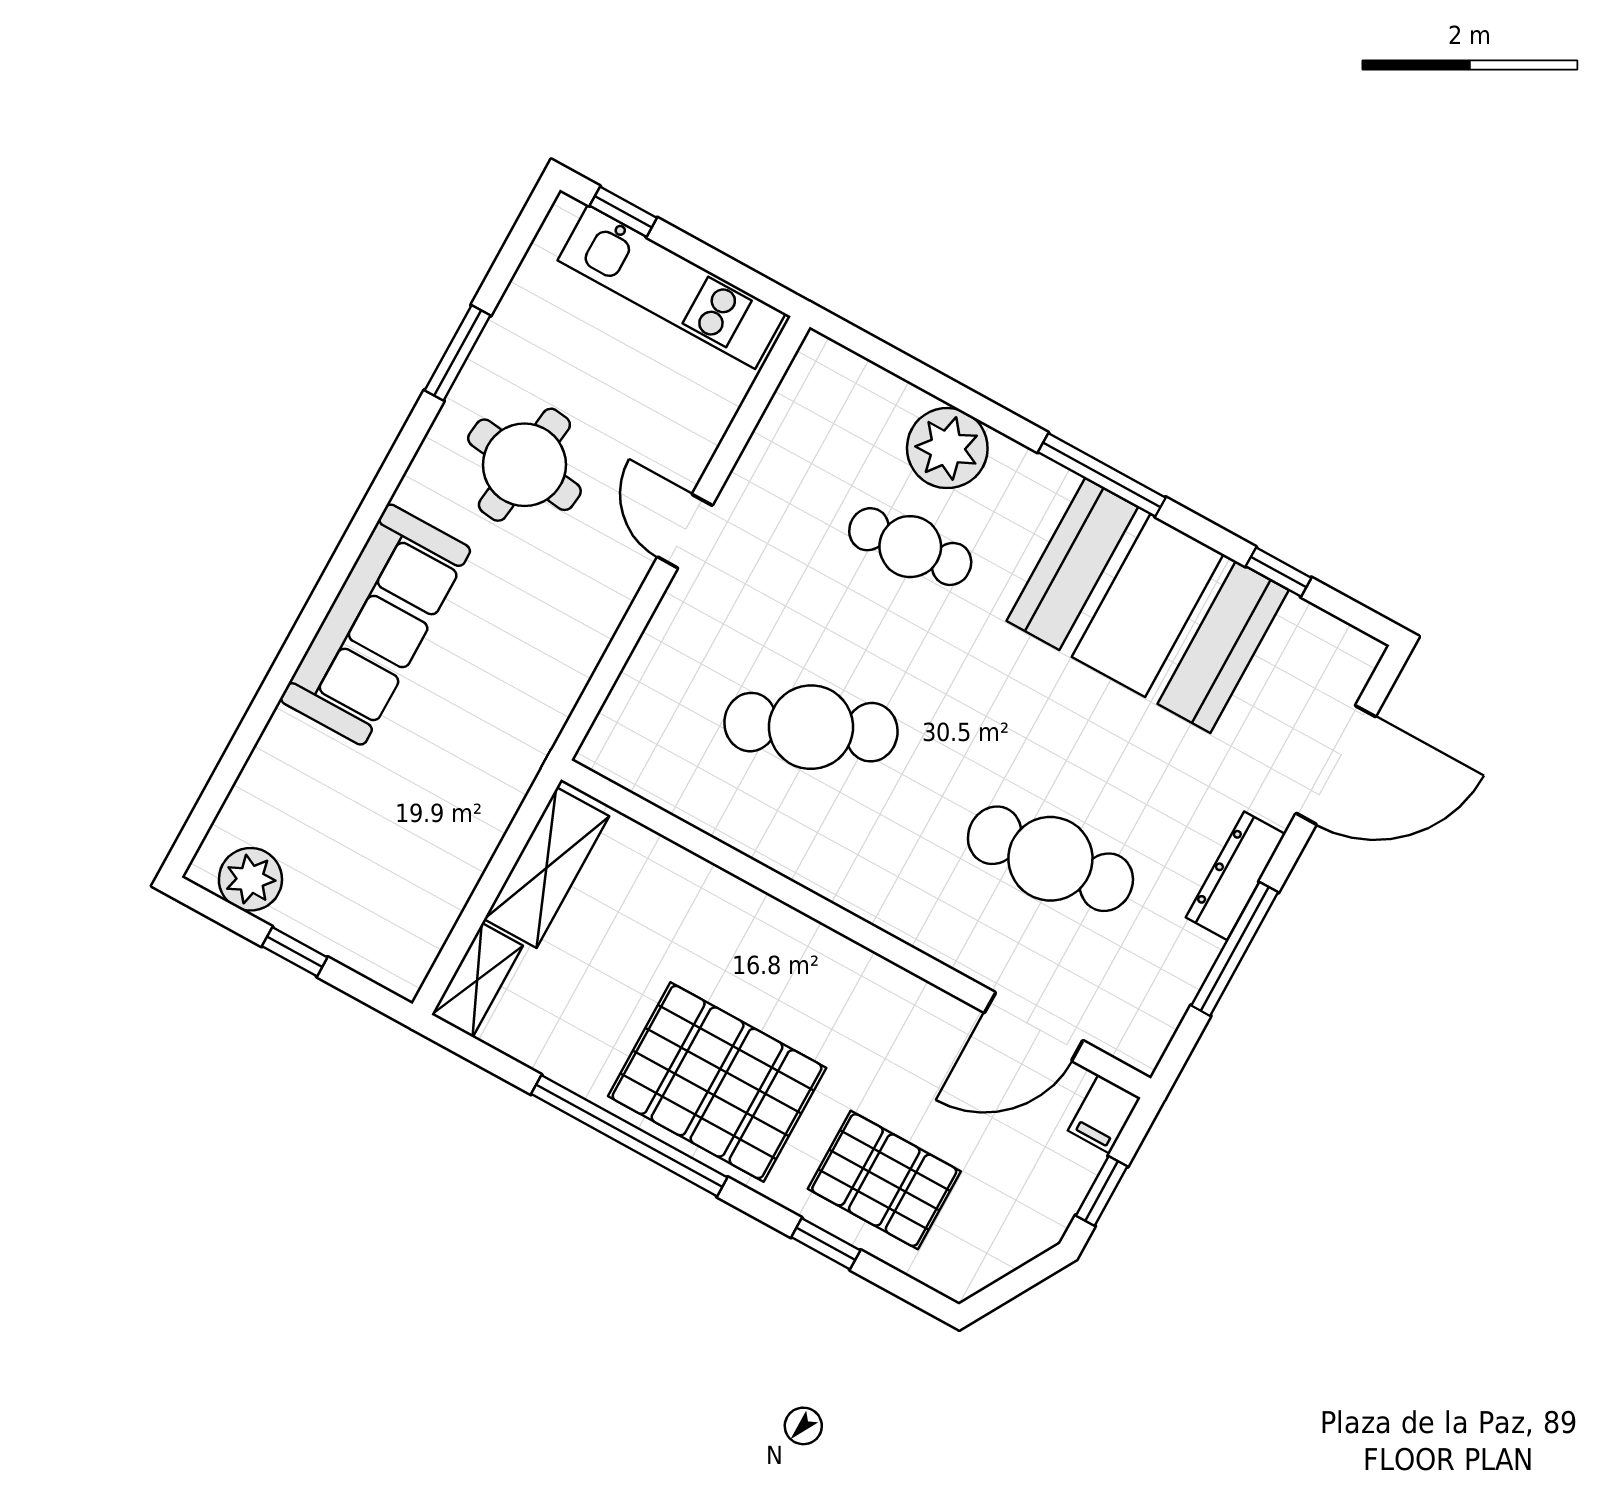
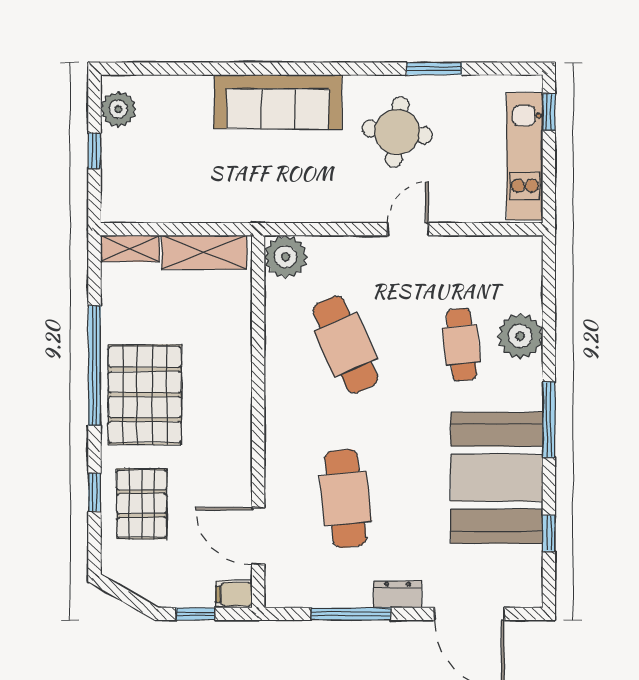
plant: (623, 745) -> (286, 257), added
dresser: (1236, 876) -> (398, 595), width x0.70

